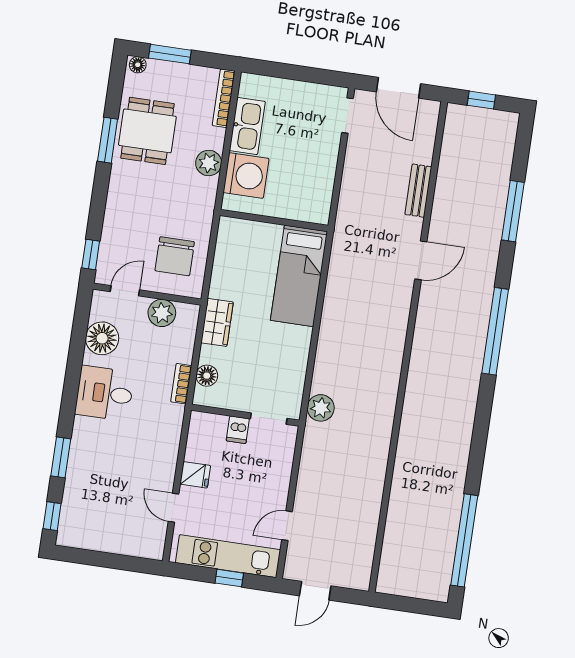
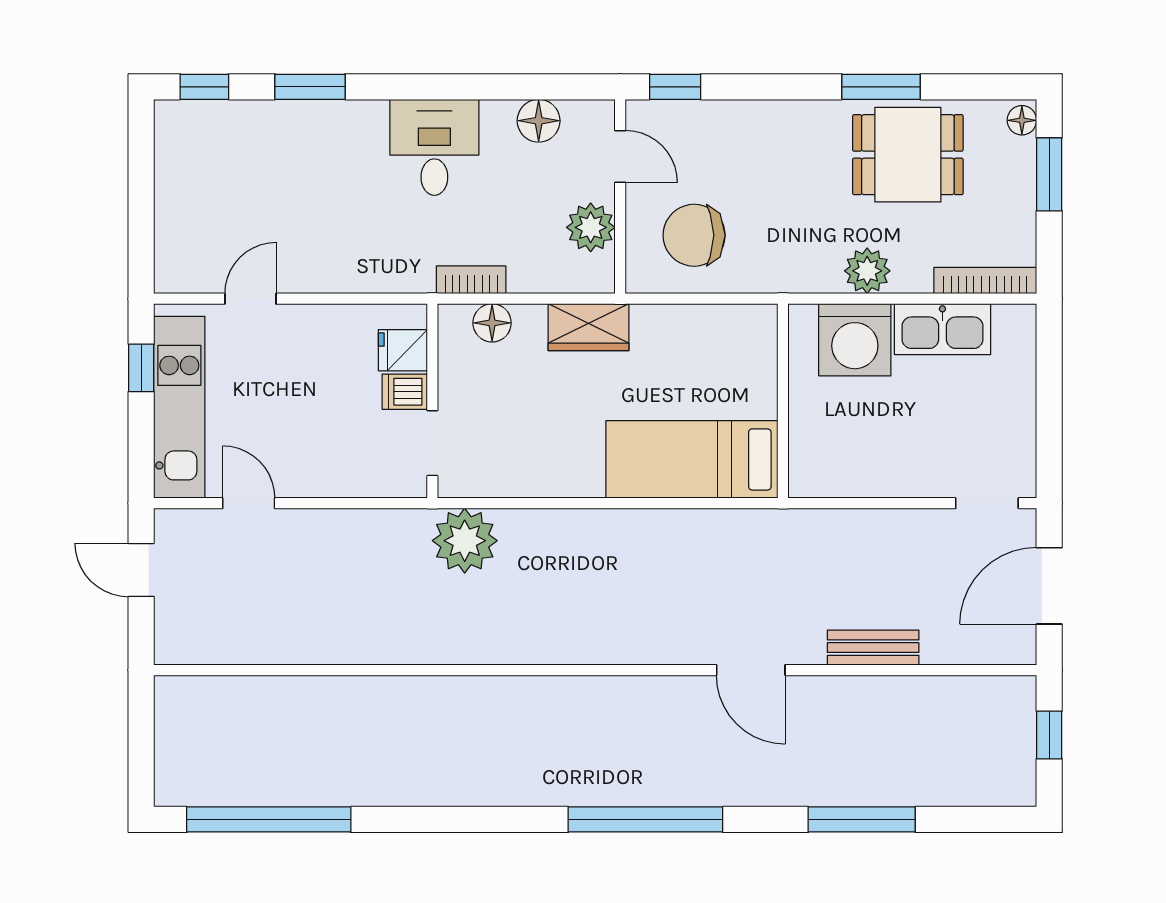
floor lamp: (102, 338) -> (539, 121), width x0.73, depth x0.73
plant: (321, 408) -> (465, 541), width x1.36, depth x1.36
fridge: (195, 475) -> (403, 350), moved, turned 90
window: (229, 578) -> (141, 368), moved

